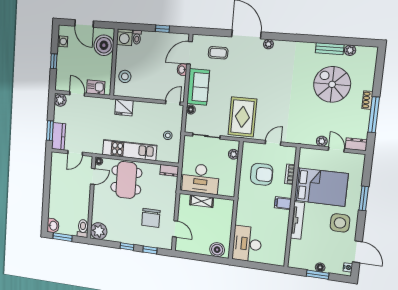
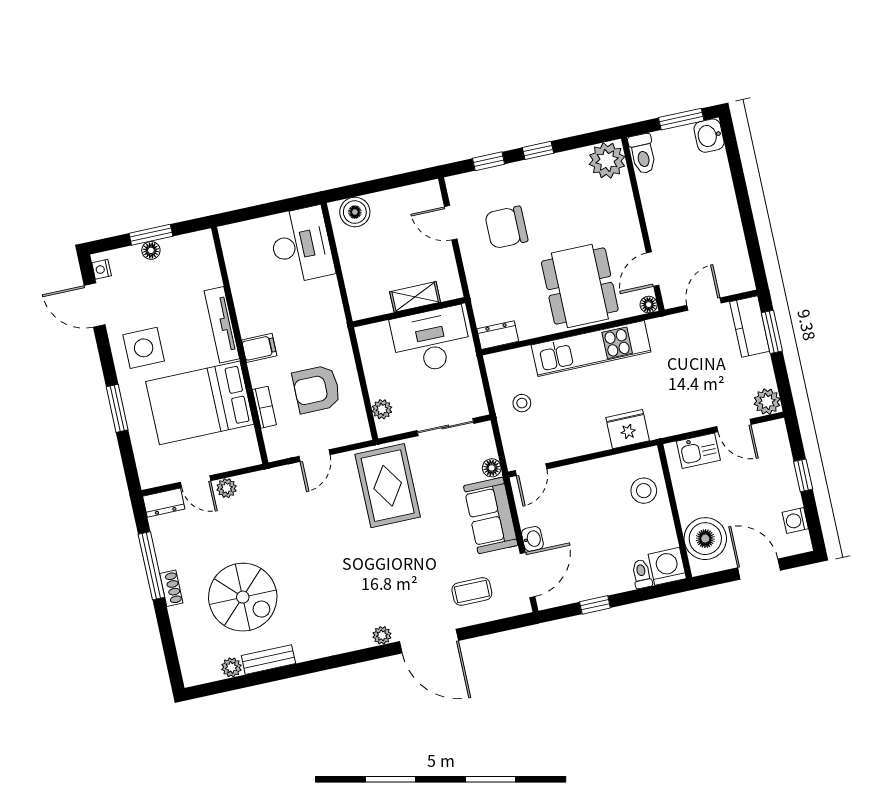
chair: (151, 218) -> (506, 227), turned -90

